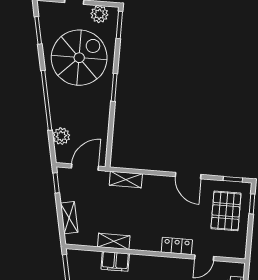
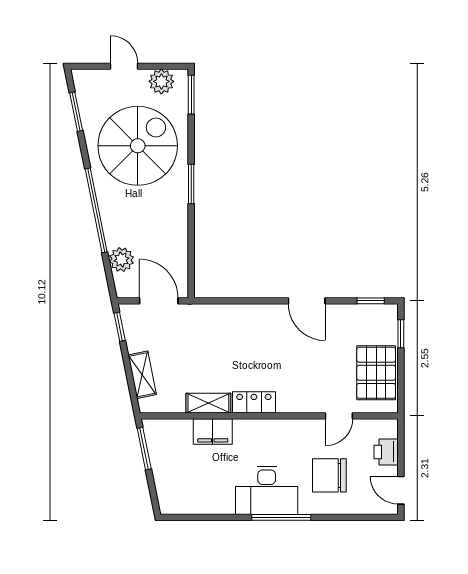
door: (85, 167) -> (159, 301), hinge flipped
shelving: (126, 180) -> (218, 314), removed
pallet: (226, 211) -> (376, 373), moved
locker: (177, 246) -> (254, 402), moved

